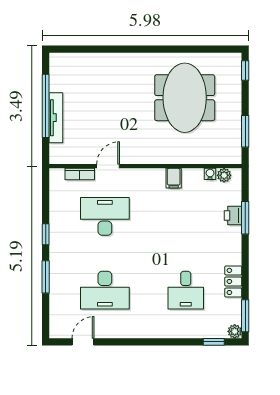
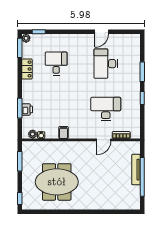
meeting table: (185, 98) -> (57, 182), turned 90
desk: (105, 216) -> (106, 109), turned 180
desk: (105, 290) -> (106, 64), turned -90
door: (83, 342) -> (102, 32), moved

